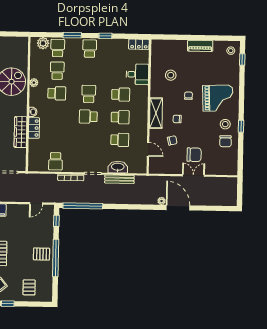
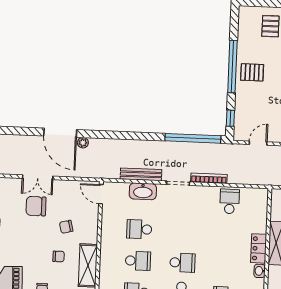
school desk: (120, 117) -> (138, 261), turned 180
door: (148, 149) -> (101, 194), moved

